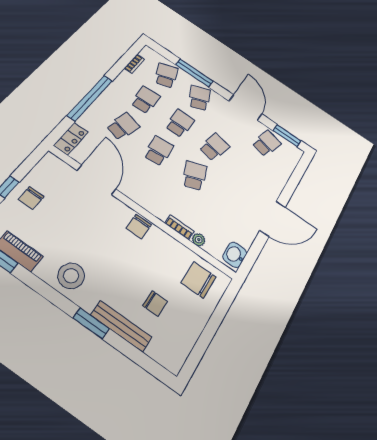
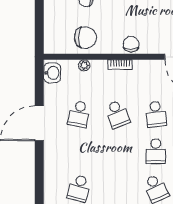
school desk: (214, 147) -> (79, 114), moved
bookcase: (179, 227) -> (120, 65), moved
chair: (199, 280) -> (85, 38), moved

